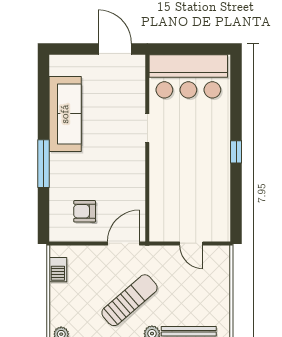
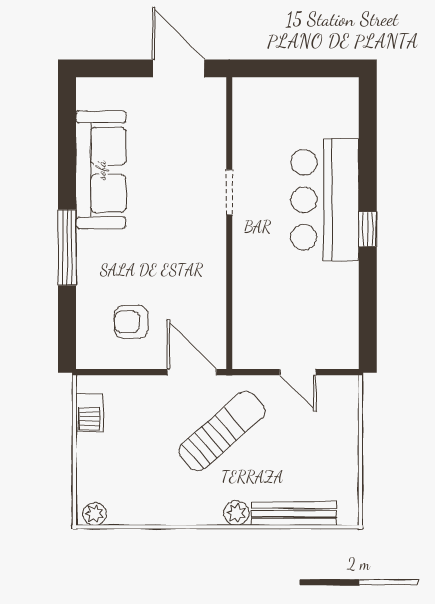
bar counter: (188, 76) -> (325, 200), moved, turned 90
door: (123, 243) -> (192, 372), hinge flipped
sun lounger: (129, 300) -> (222, 431), moved

